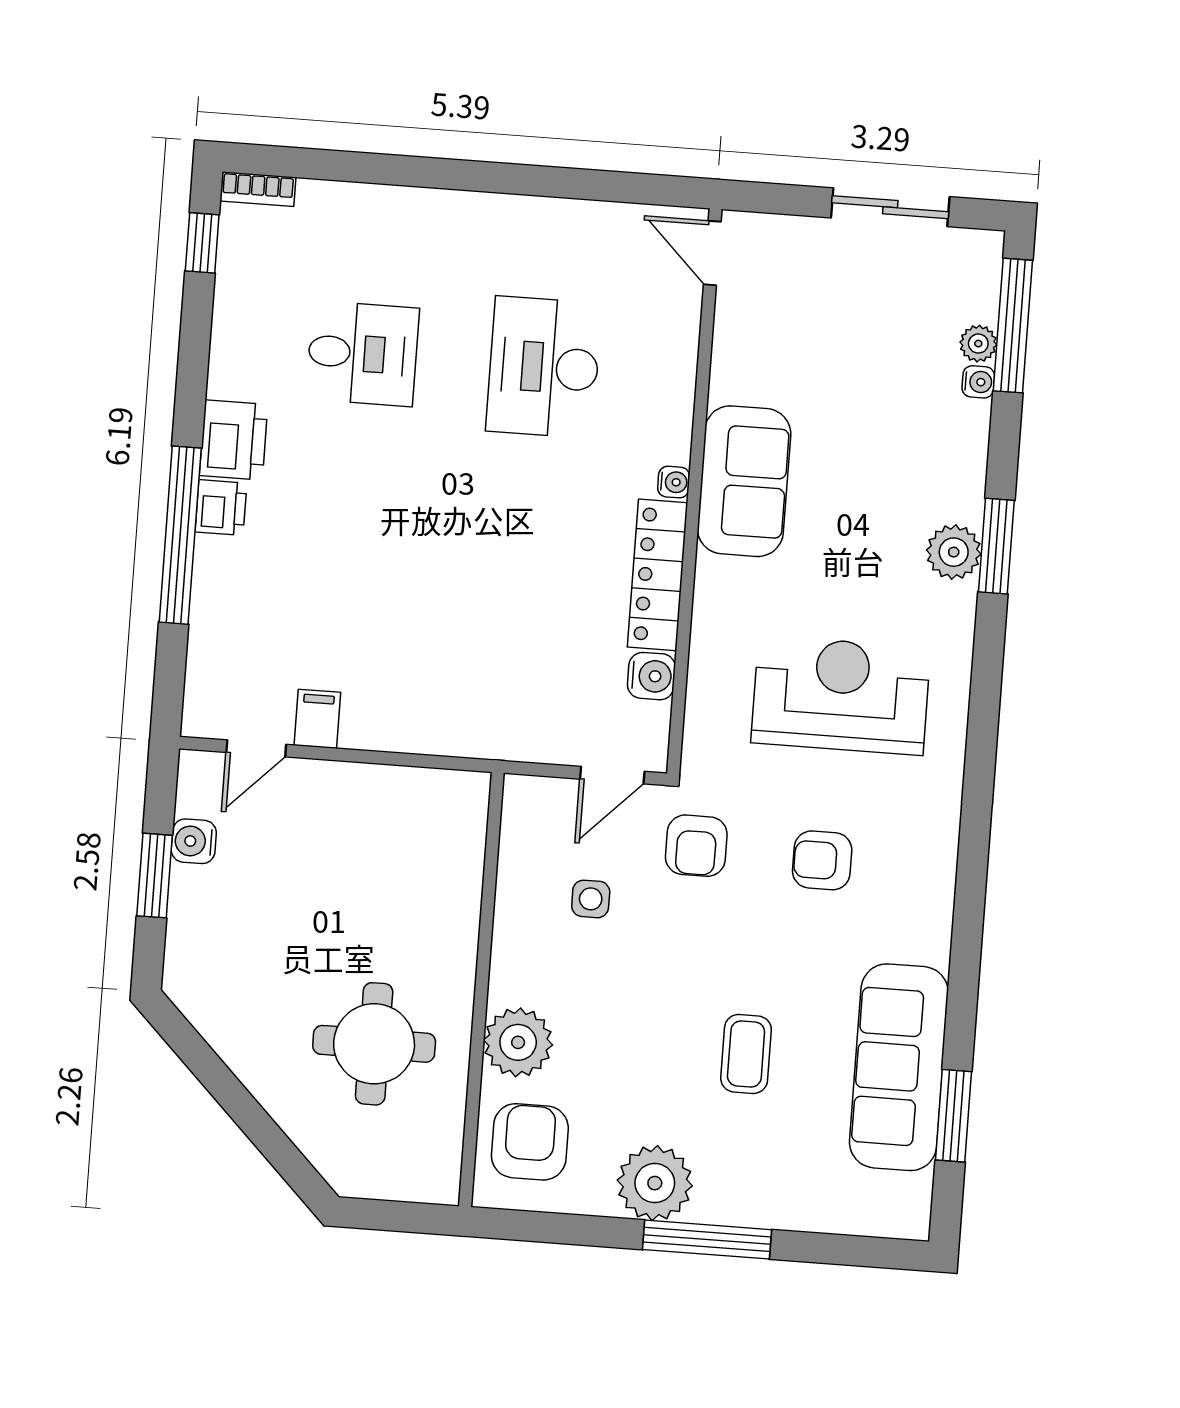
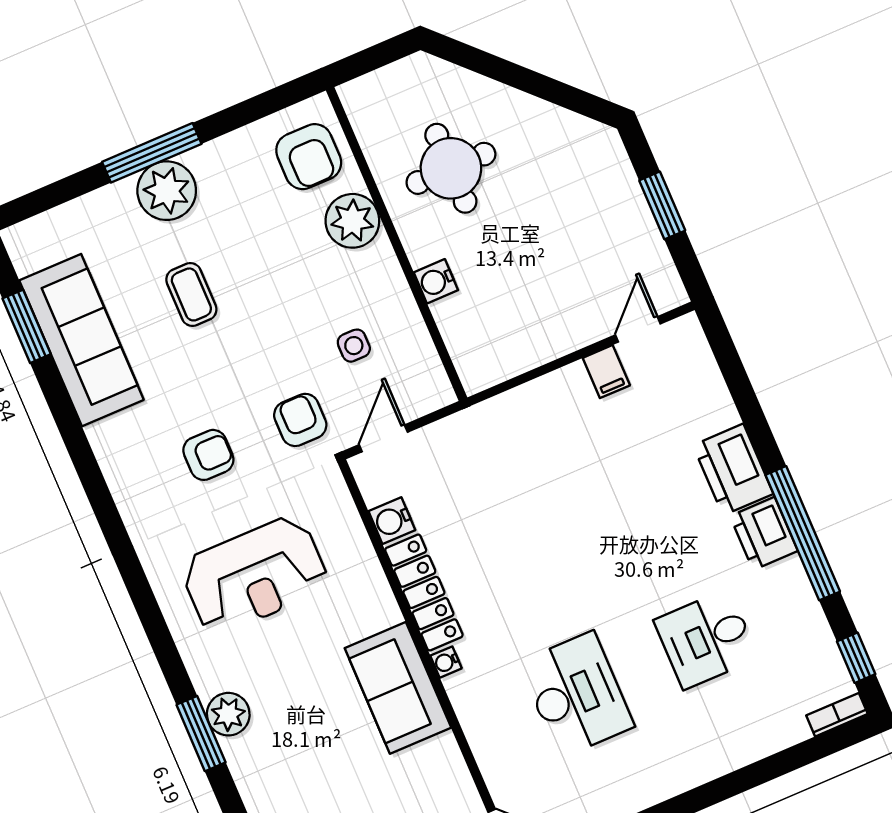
printer: (221, 508) -> (733, 469), width x1.87, depth x1.48
window: (180, 535) -> (803, 533), moved
water cooler: (194, 841) -> (436, 281), moved, turned 180
plant: (655, 1183) -> (167, 191), moved

